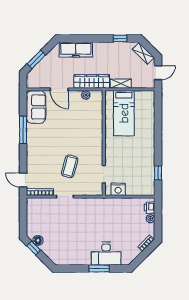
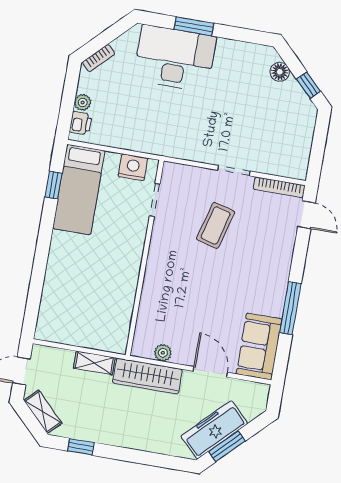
freezer: (76, 50) -> (214, 430), moved, turned -45
window: (36, 59) -> (227, 446), moved
bed: (124, 113) -> (79, 190), moved, turned 180
floor lamp: (38, 240) -> (280, 72), moved
desk: (106, 254) -> (175, 58), width x1.36, depth x1.30

